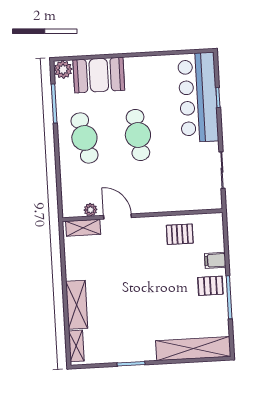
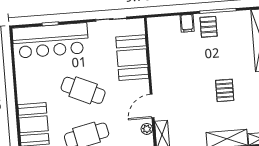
cafe table: (138, 135) -> (83, 90), turned 30
booth: (176, 194) -> (132, 58), added
pallet: (180, 234) -> (225, 90), moved

